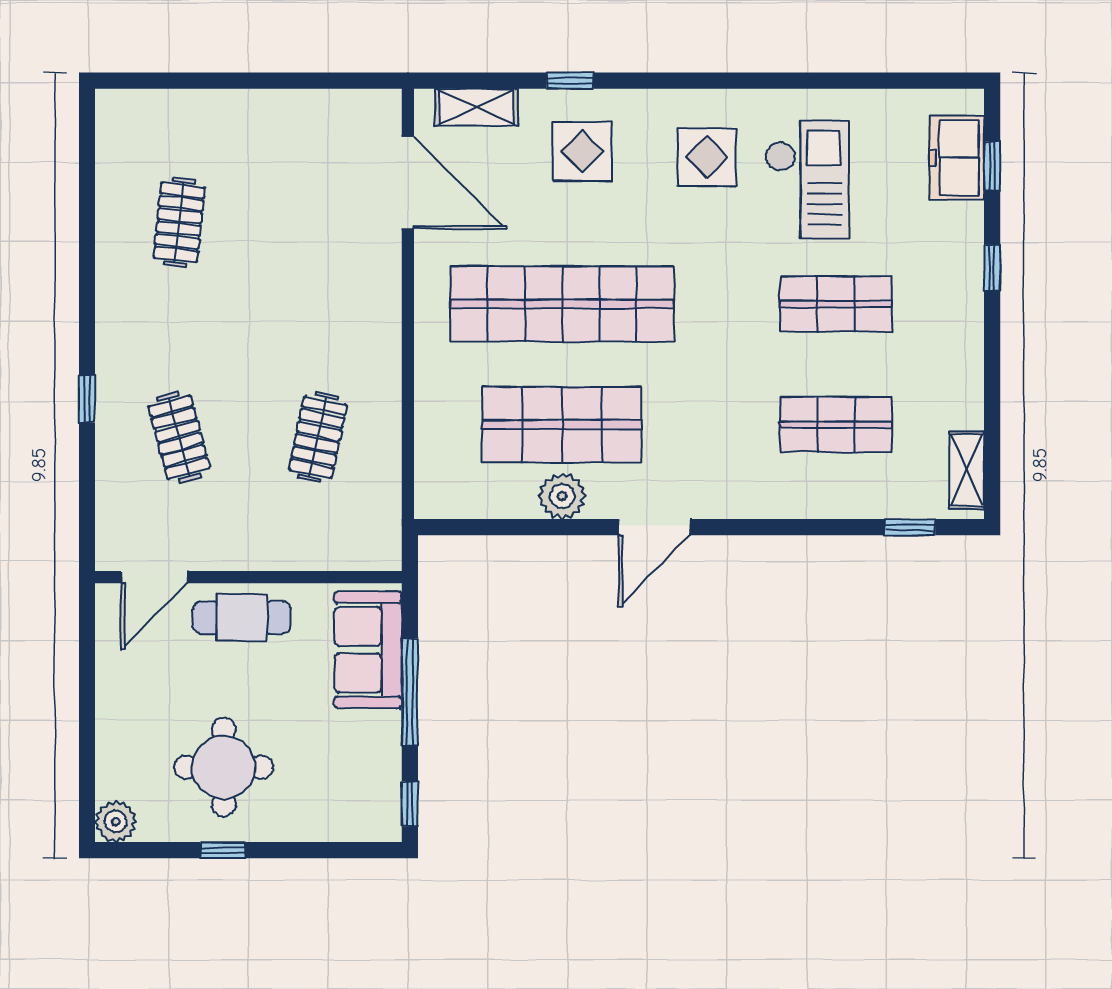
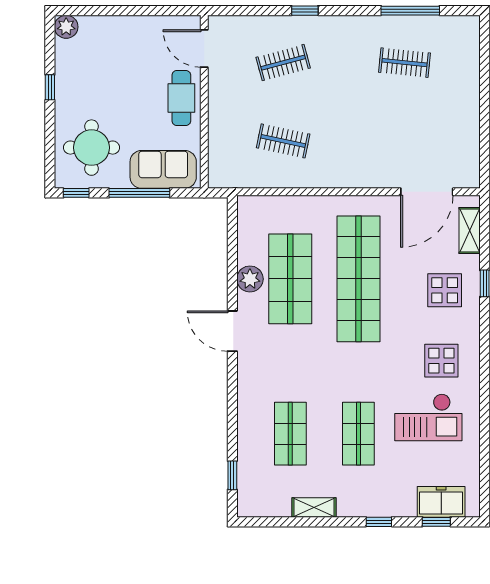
window: (87, 212) -> (410, 11), added
shelving: (967, 470) -> (314, 507), moved
round table: (224, 767) -> (92, 148), moved

